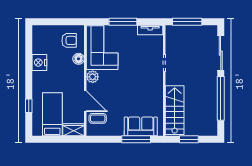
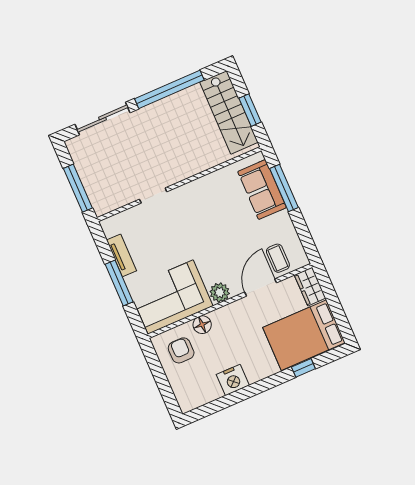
tv unit: (150, 30) -> (122, 255), moved
stairs: (175, 110) -> (229, 112), moved, turned -90
bed: (52, 114) -> (304, 335), width x1.50

